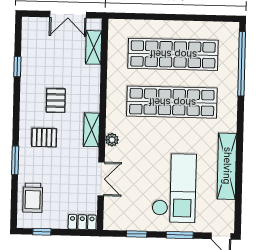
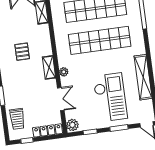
pallet: (44, 138) -> (18, 78), removed
plant: (112, 220) -> (72, 125), added
locker: (82, 222) -> (48, 130), width x1.53

